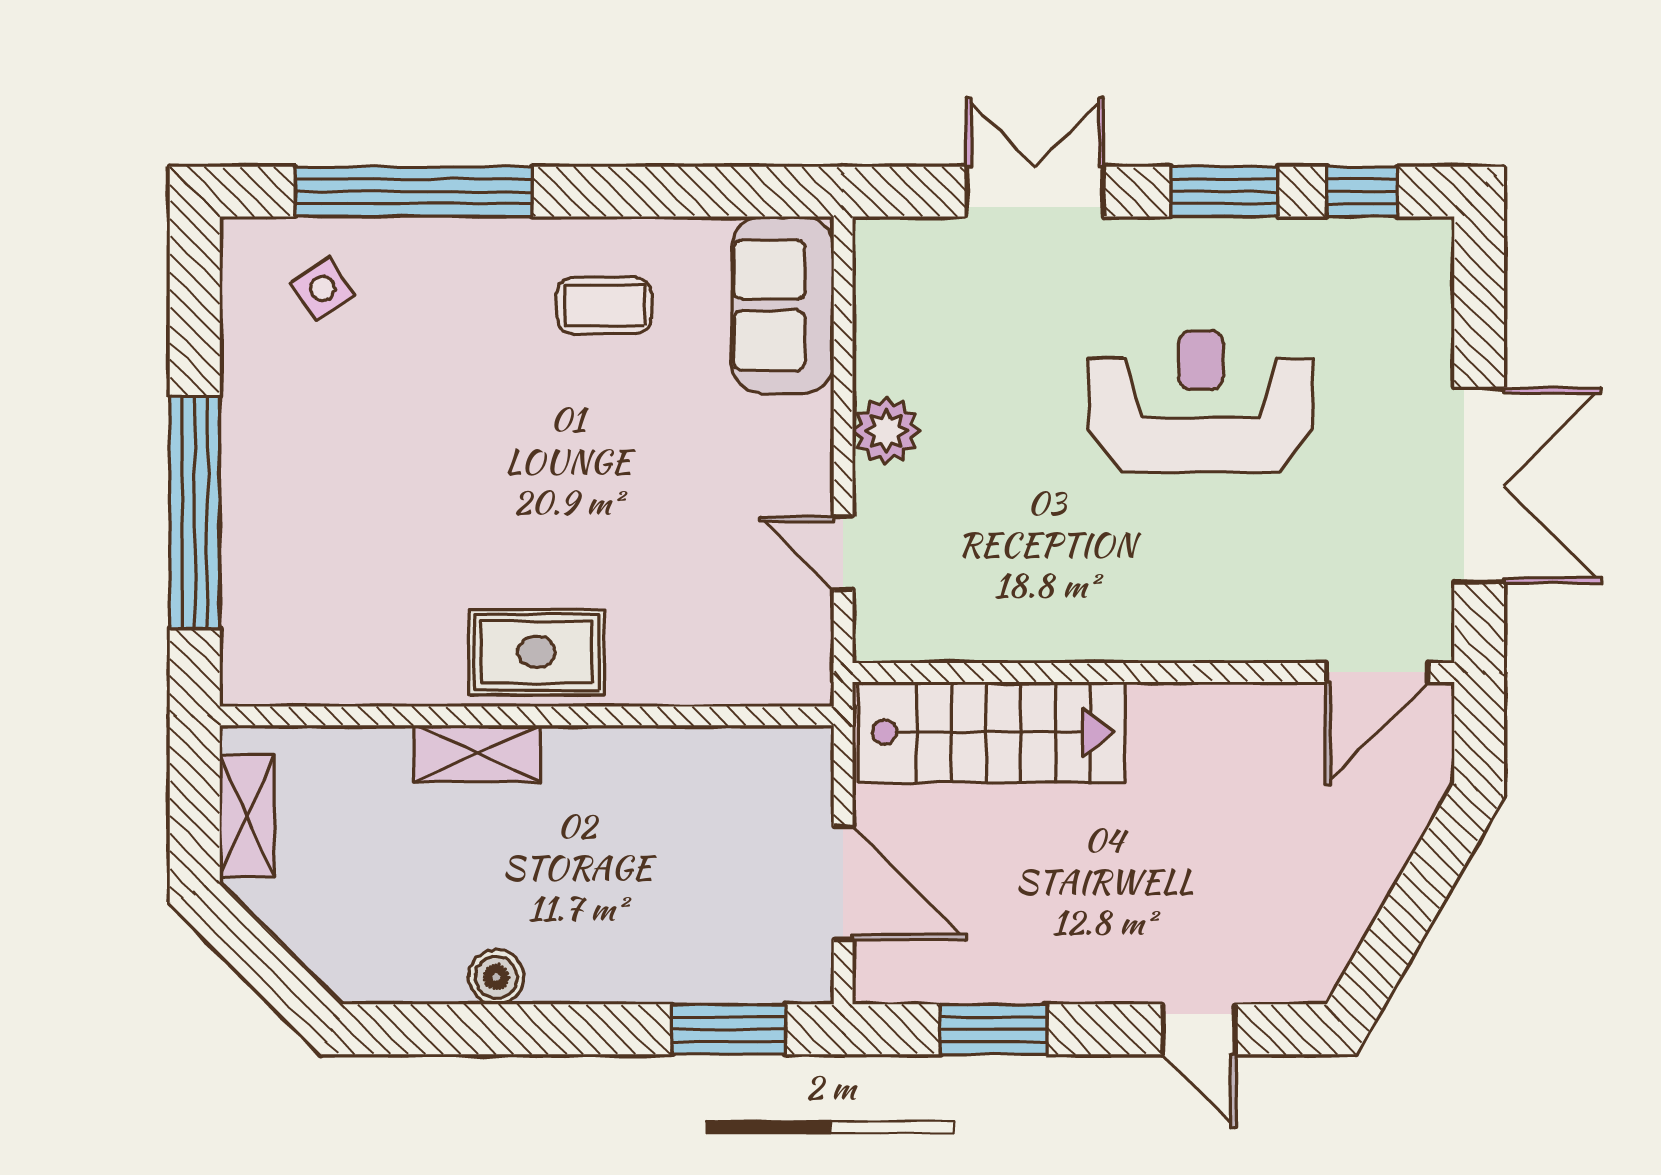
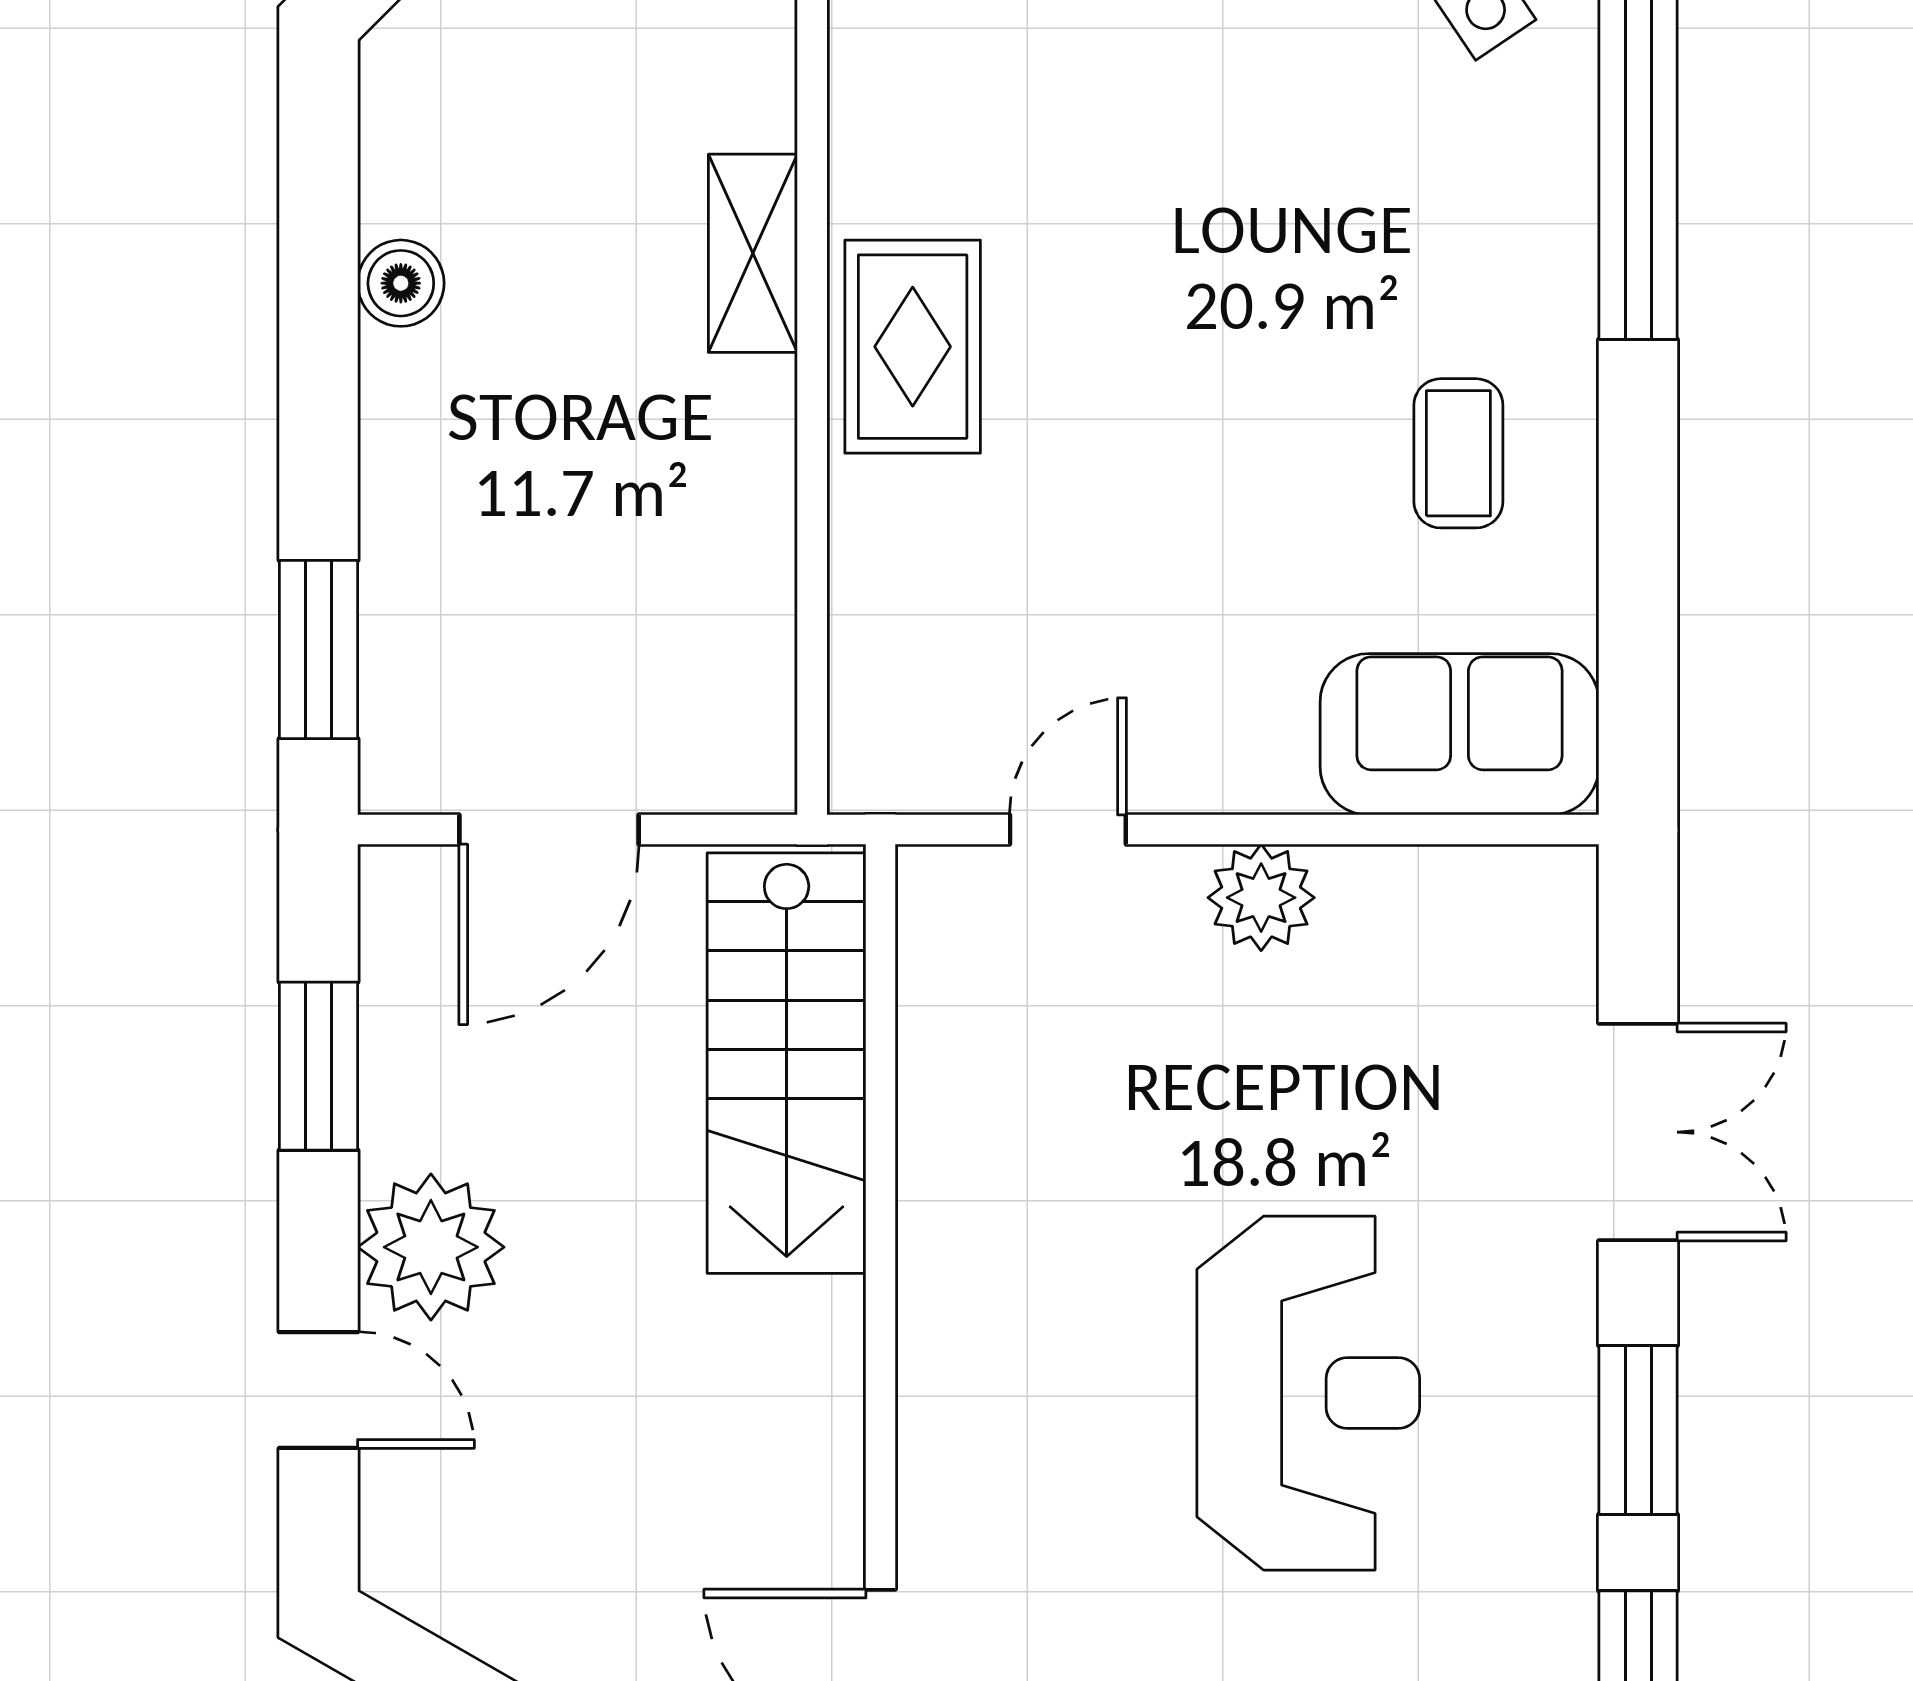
plant: (1108, 958) -> (431, 1247), added
door: (1199, 1029) -> (319, 1390), swing flipped

